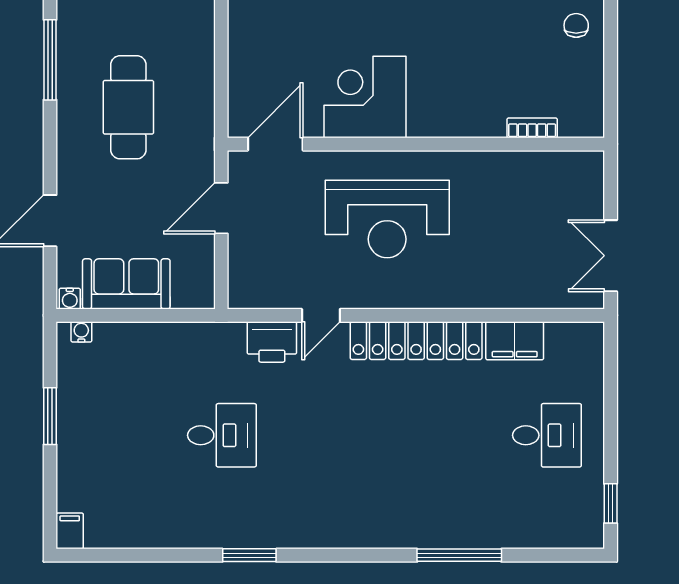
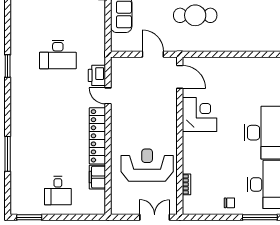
reception desk: (387, 219) -> (147, 165), moved, turned 90
double door: (611, 256) -> (155, 217), moved
desk: (222, 435) -> (58, 54), width x1.37
window: (611, 503) -> (29, 217), width x1.50

